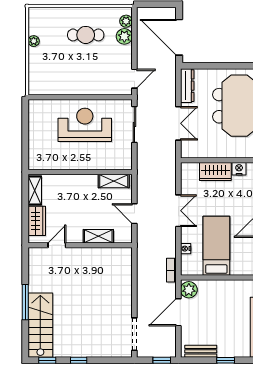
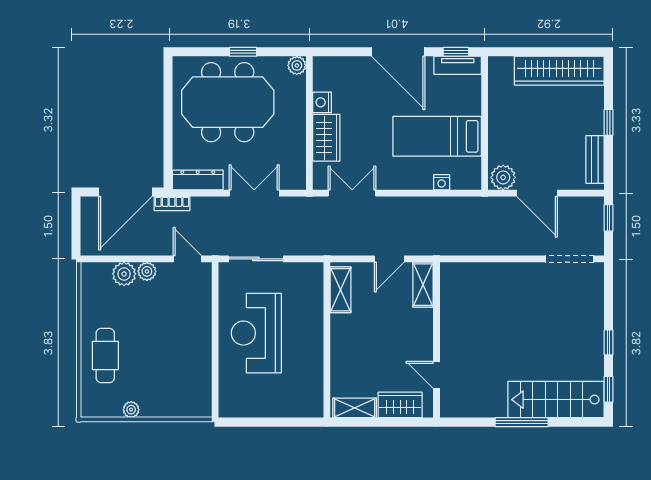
plant: (126, 21) -> (147, 271), moved
cafe table: (86, 35) -> (105, 355), moved
double door: (178, 211) -> (352, 193), moved
shelving: (98, 236) -> (423, 285), moved
bookcase: (171, 270) -> (172, 204), moved

